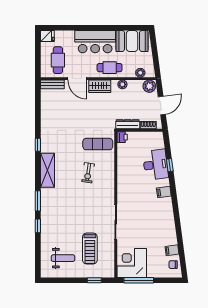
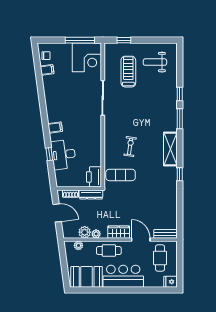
plant: (149, 86) -> (85, 232), moved
door: (162, 106) -> (57, 213), swing flipped
printer: (122, 137) -> (94, 177), width x1.87, depth x1.48

